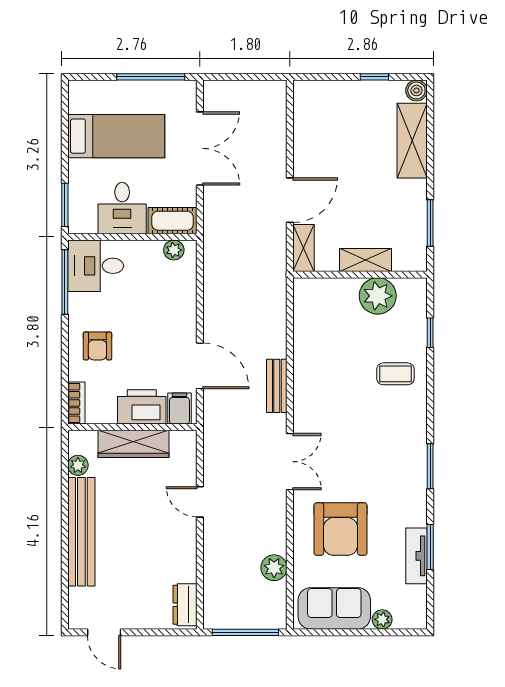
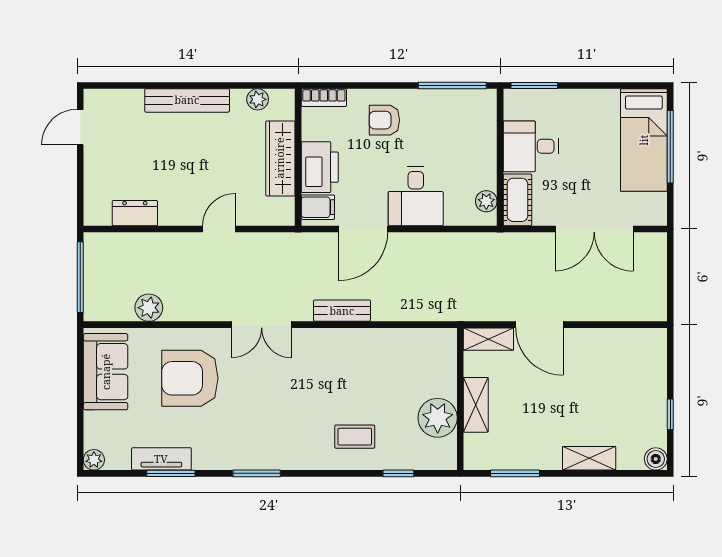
window: (151, 77) -> (670, 147), moved
bed: (116, 136) -> (644, 140), moved
shelving: (412, 141) -> (589, 458), width x0.67, depth x0.75
desk: (96, 266) -> (416, 196), moved, turned 180
coffee table: (395, 374) -> (355, 437), turned 90
bench: (81, 532) -> (187, 100), width x0.73, depth x0.82
dresser: (185, 605) -> (135, 213), moved
plant: (382, 619) -> (94, 460), moved

